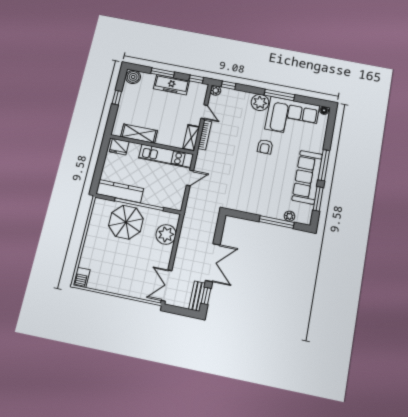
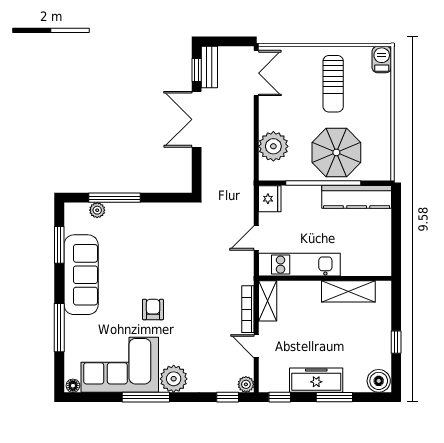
fridge: (119, 147) -> (270, 199), moved, turned 90
window: (324, 165) -> (59, 328), moved
sun lounger: (117, 268) -> (333, 84), added

